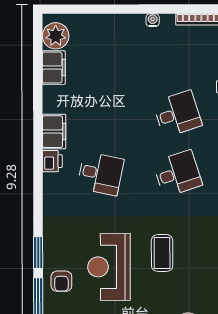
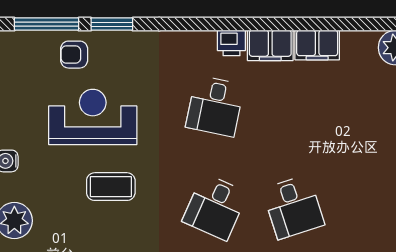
filing cabinet: (54, 68) -> (317, 45), moved
desk: (177, 173) -> (215, 207), turned 42

